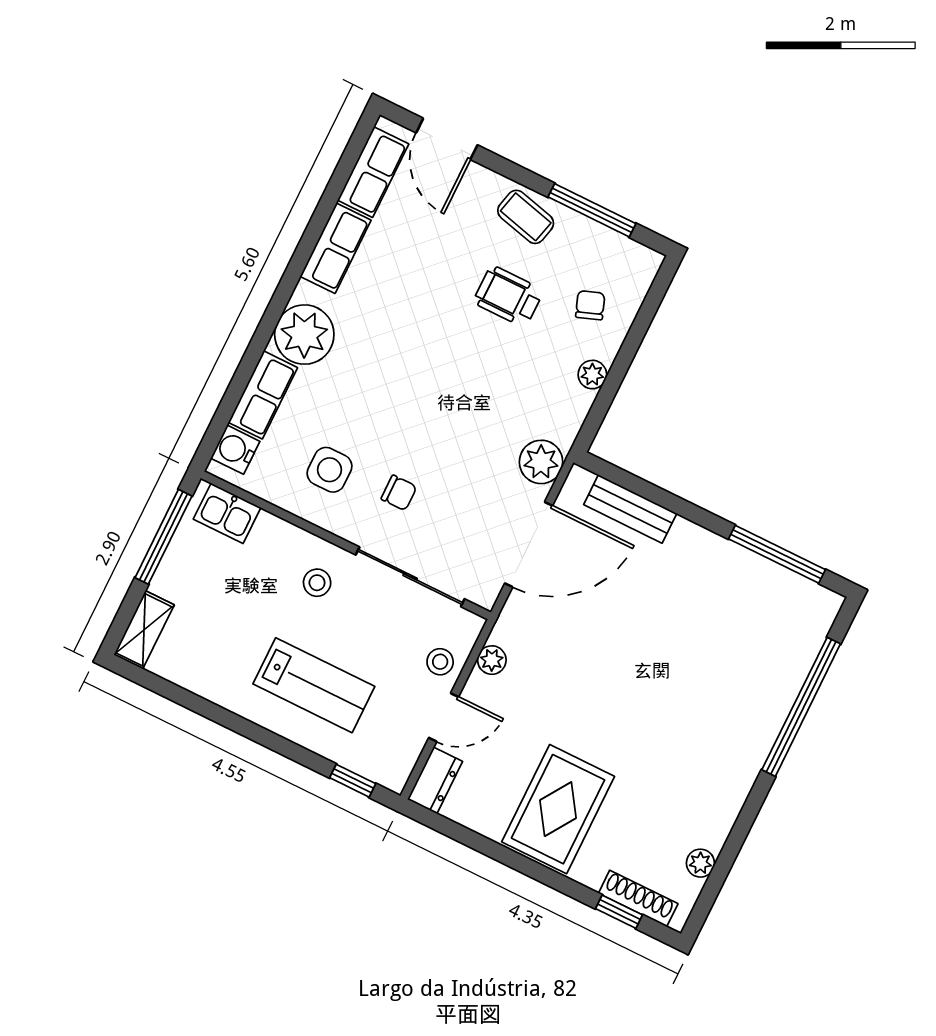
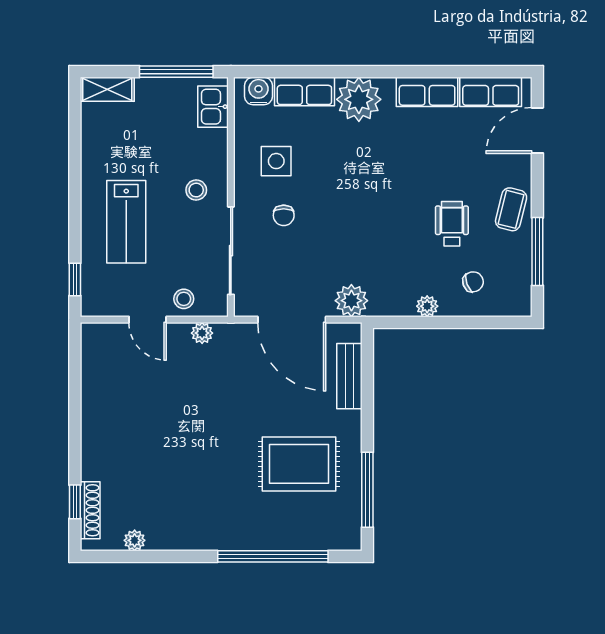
dresser: (435, 780) -> (102, 335), removed
rug: (558, 809) -> (299, 464), moved

